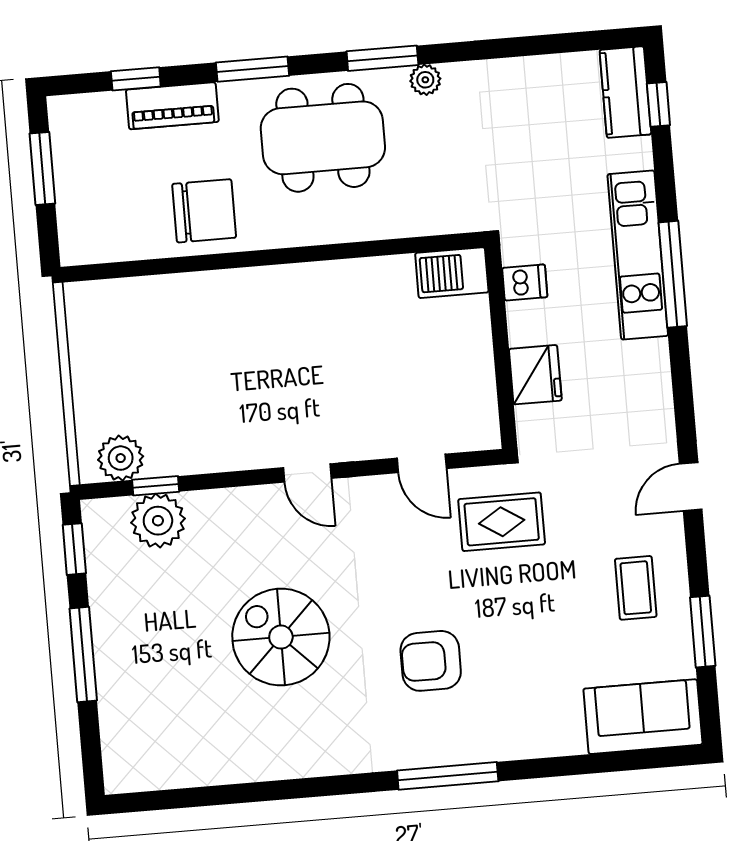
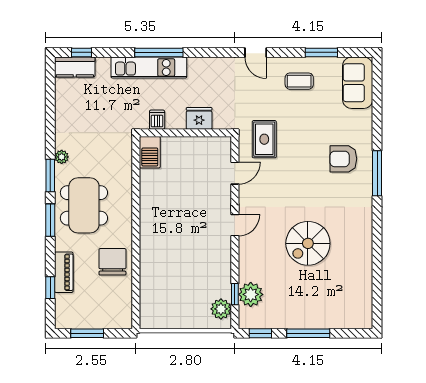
window: (253, 69) -> (50, 220), moved
armchair: (431, 661) -> (343, 159), moved, turned 90

